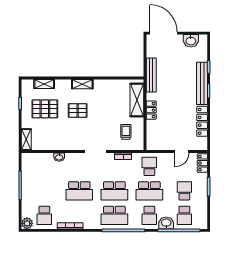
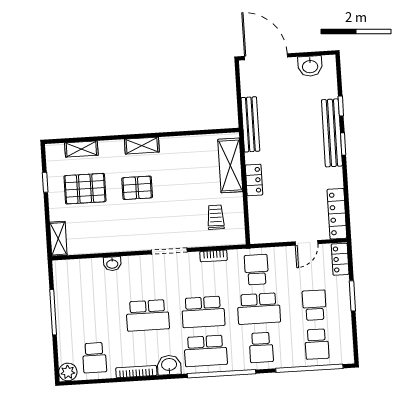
locker: (202, 121) -> (337, 214), moved
washbasin: (166, 223) -> (169, 365), moved

